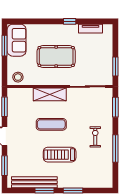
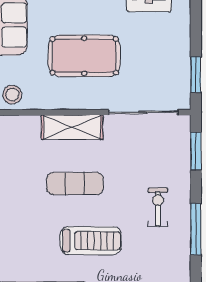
treadmill: (60, 155) -> (91, 241), turned 180

